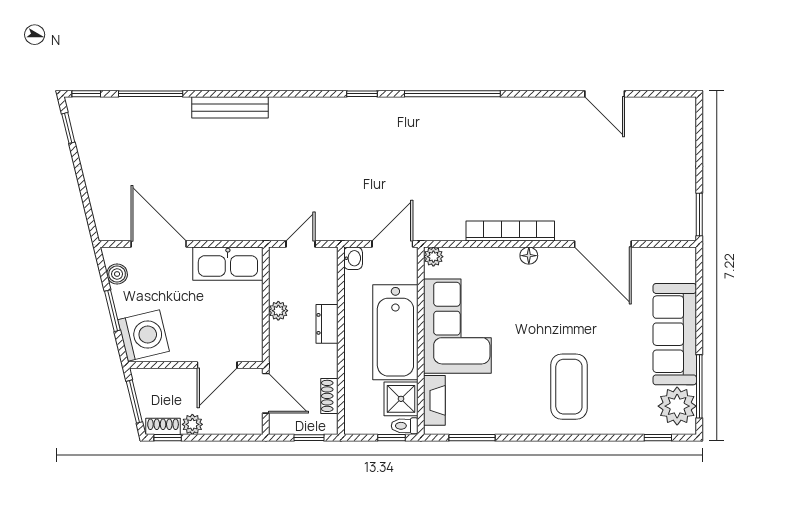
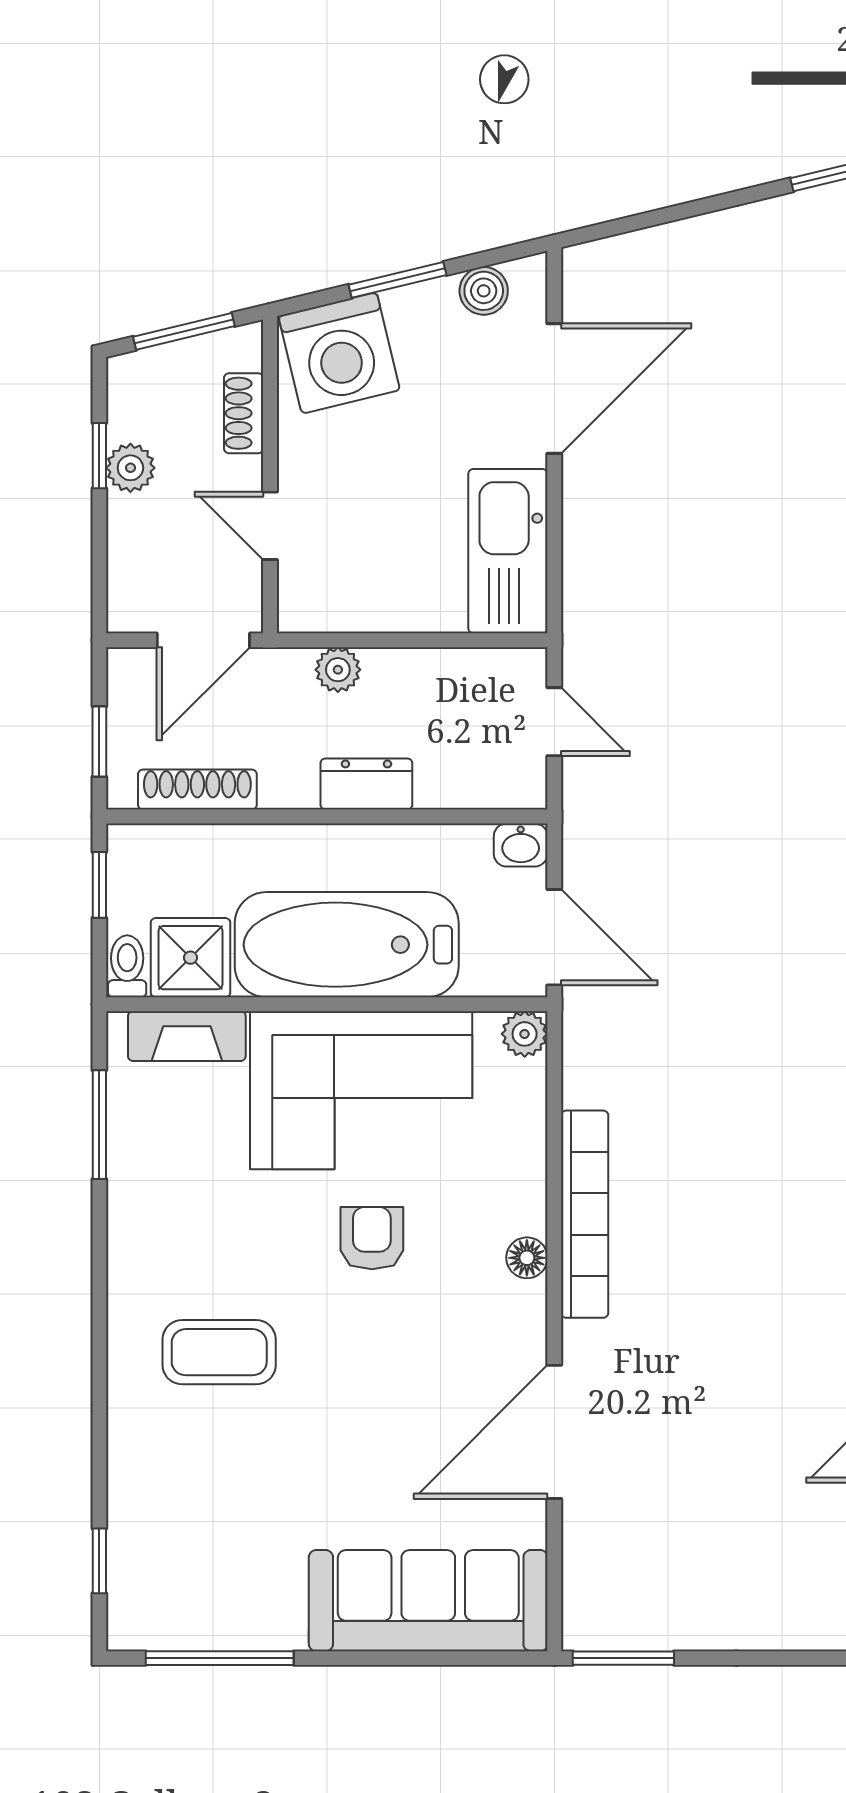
plant: (278, 311) -> (338, 670), moved
armchair: (520, 322) -> (372, 1238), added
sofa: (675, 334) -> (428, 1601), moved
door: (217, 365) -> (270, 526), width x0.73
coffee table: (569, 387) -> (219, 1352), width x0.73, depth x0.76
shoe rack: (329, 396) -> (197, 790), width x1.43
plant: (677, 406) -> (174, 1606), removed
shoe rack: (163, 426) -> (244, 413), moved, turned 180
window: (168, 438) -> (99, 456), moved
window: (392, 438) -> (99, 885), moved

